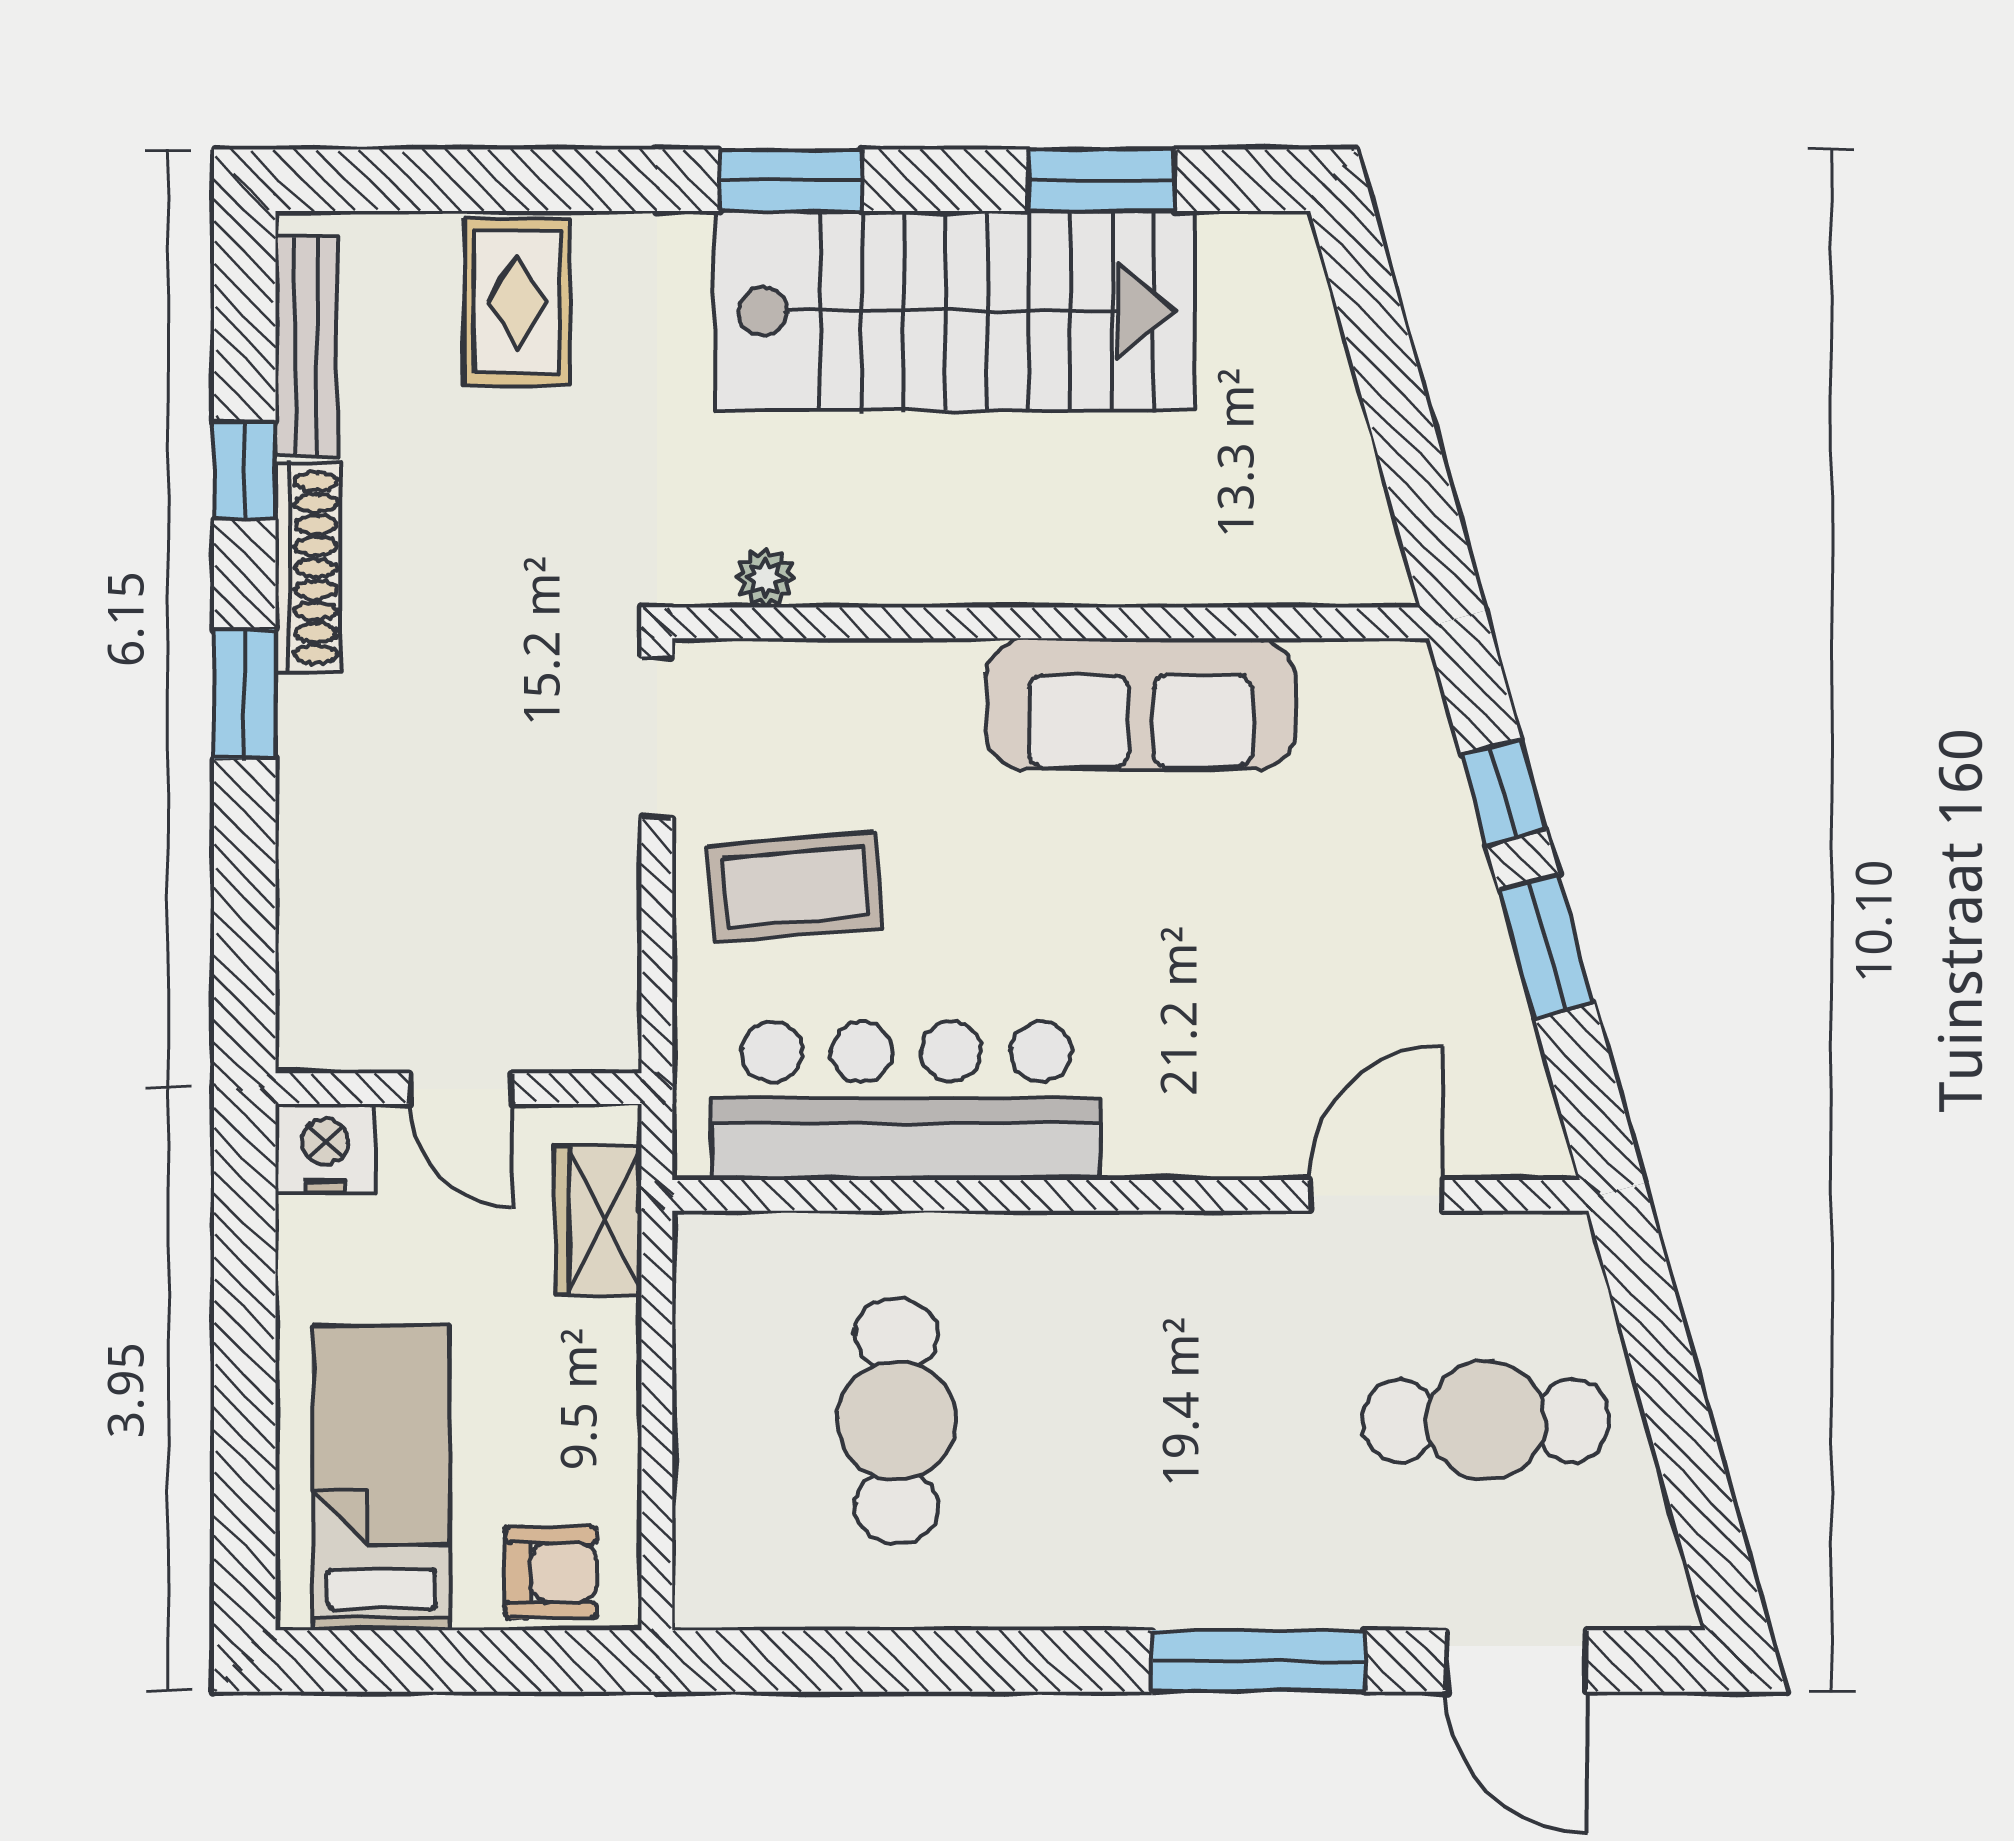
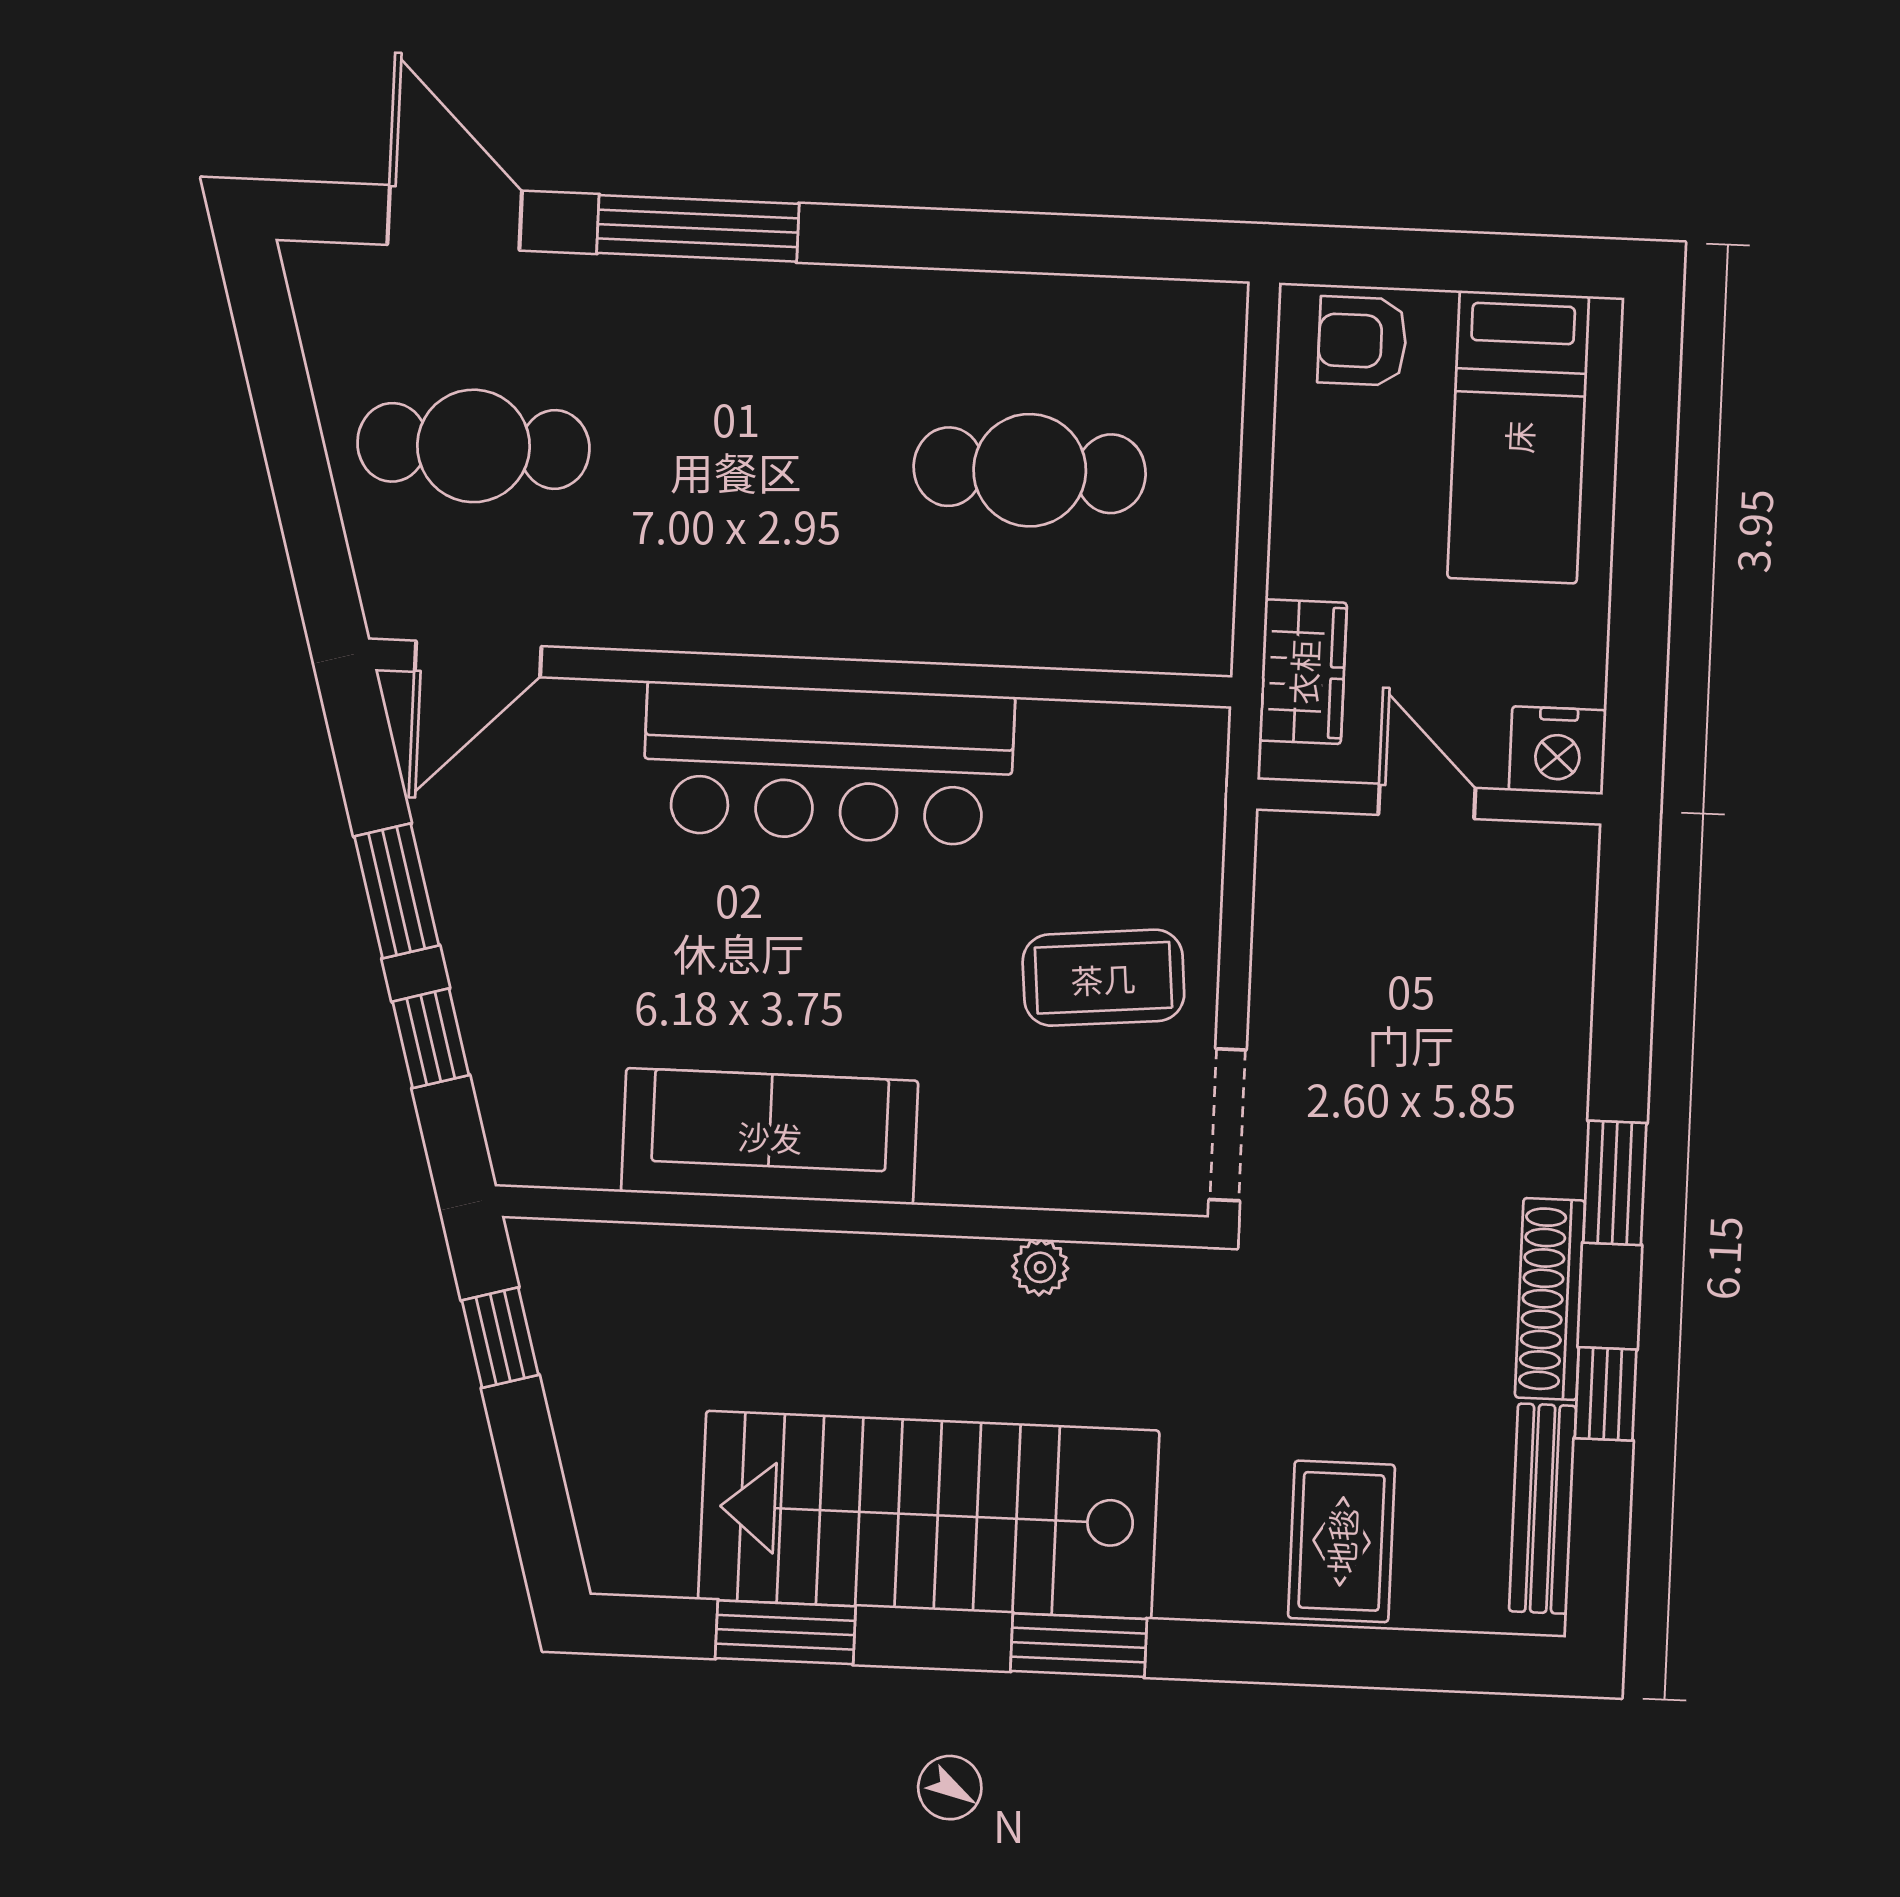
window: (1416, 479) -> (500, 1338), added
plant: (765, 578) -> (1040, 1267), moved
bar counter: (906, 1101) -> (828, 764), moved
door: (1376, 1195) -> (478, 659), moved
cafe table: (896, 1421) -> (1030, 470), turned 90

